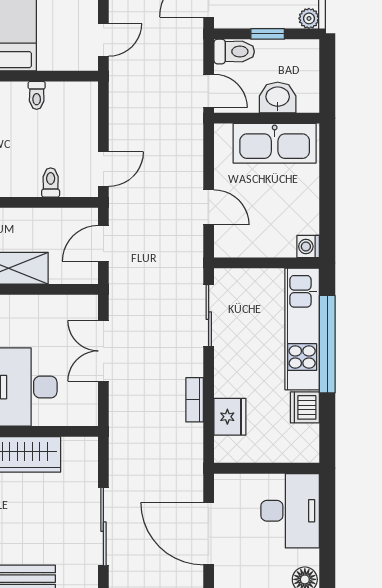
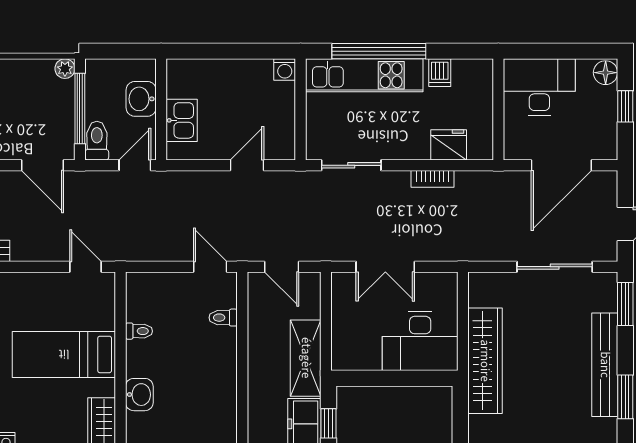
window: (268, 34) -> (80, 109), width x2.17
kitchen sink: (275, 143) -> (182, 120), width x0.53, depth x0.81
dishwasher: (305, 407) -> (440, 73), width x0.73

